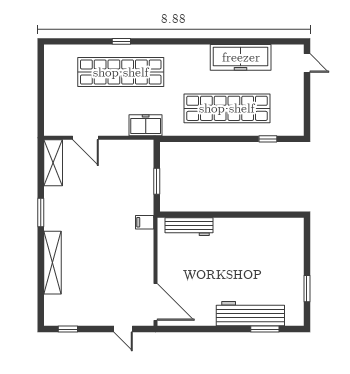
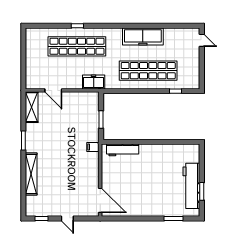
freezer: (241, 57) -> (143, 37), moved
workbench: (250, 314) -> (191, 186), moved, turned -90
door: (123, 329) -> (67, 219), moved

